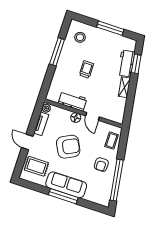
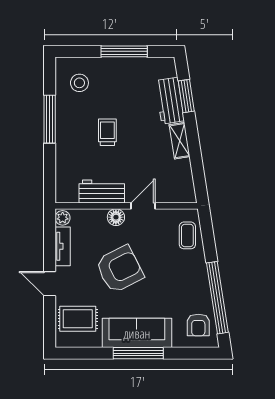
door: (93, 116) -> (143, 206), swing flipped
armchair: (101, 165) -> (198, 325), moved

